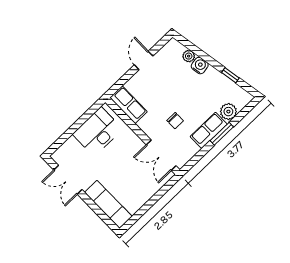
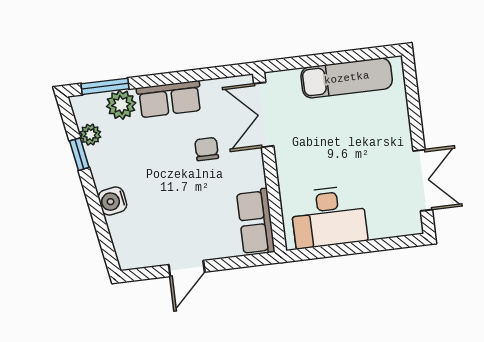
plant: (189, 56) -> (90, 135), moved
window: (222, 134) -> (105, 86), moved
double door: (161, 155) -> (264, 115), swing flipped
exam couch: (108, 204) -> (347, 78), moved, turned -90

